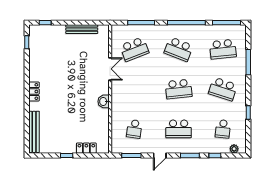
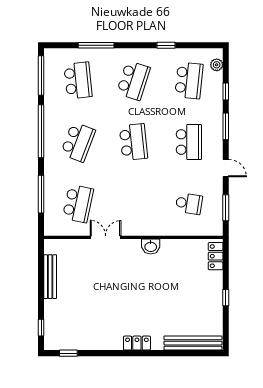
school desk: (134, 49) -> (78, 204), turned 33
school desk: (223, 129) -> (189, 80), width x1.85
locker: (86, 148) -> (216, 256), moved

